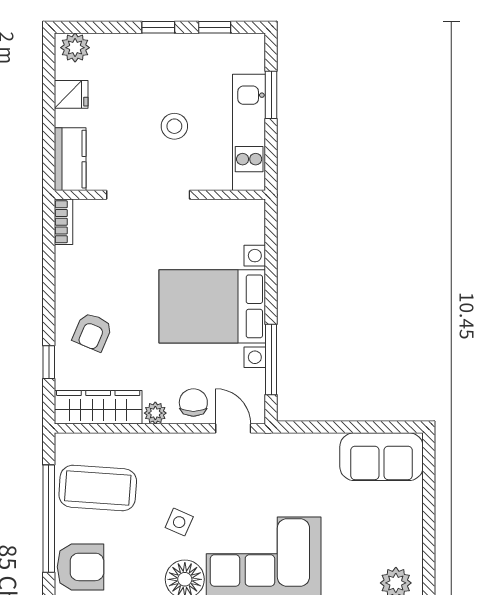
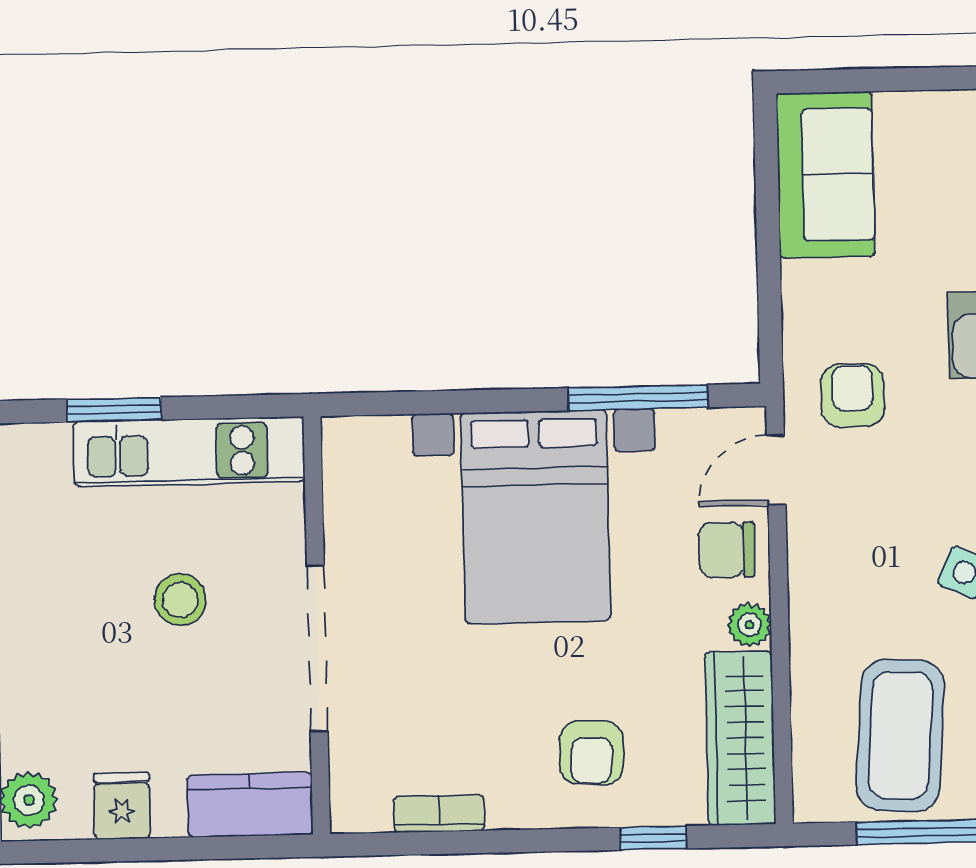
bookcase: (64, 222) -> (439, 814), moved
armchair: (92, 332) -> (592, 753), turned 69
armchair: (270, 468) -> (853, 395), added

